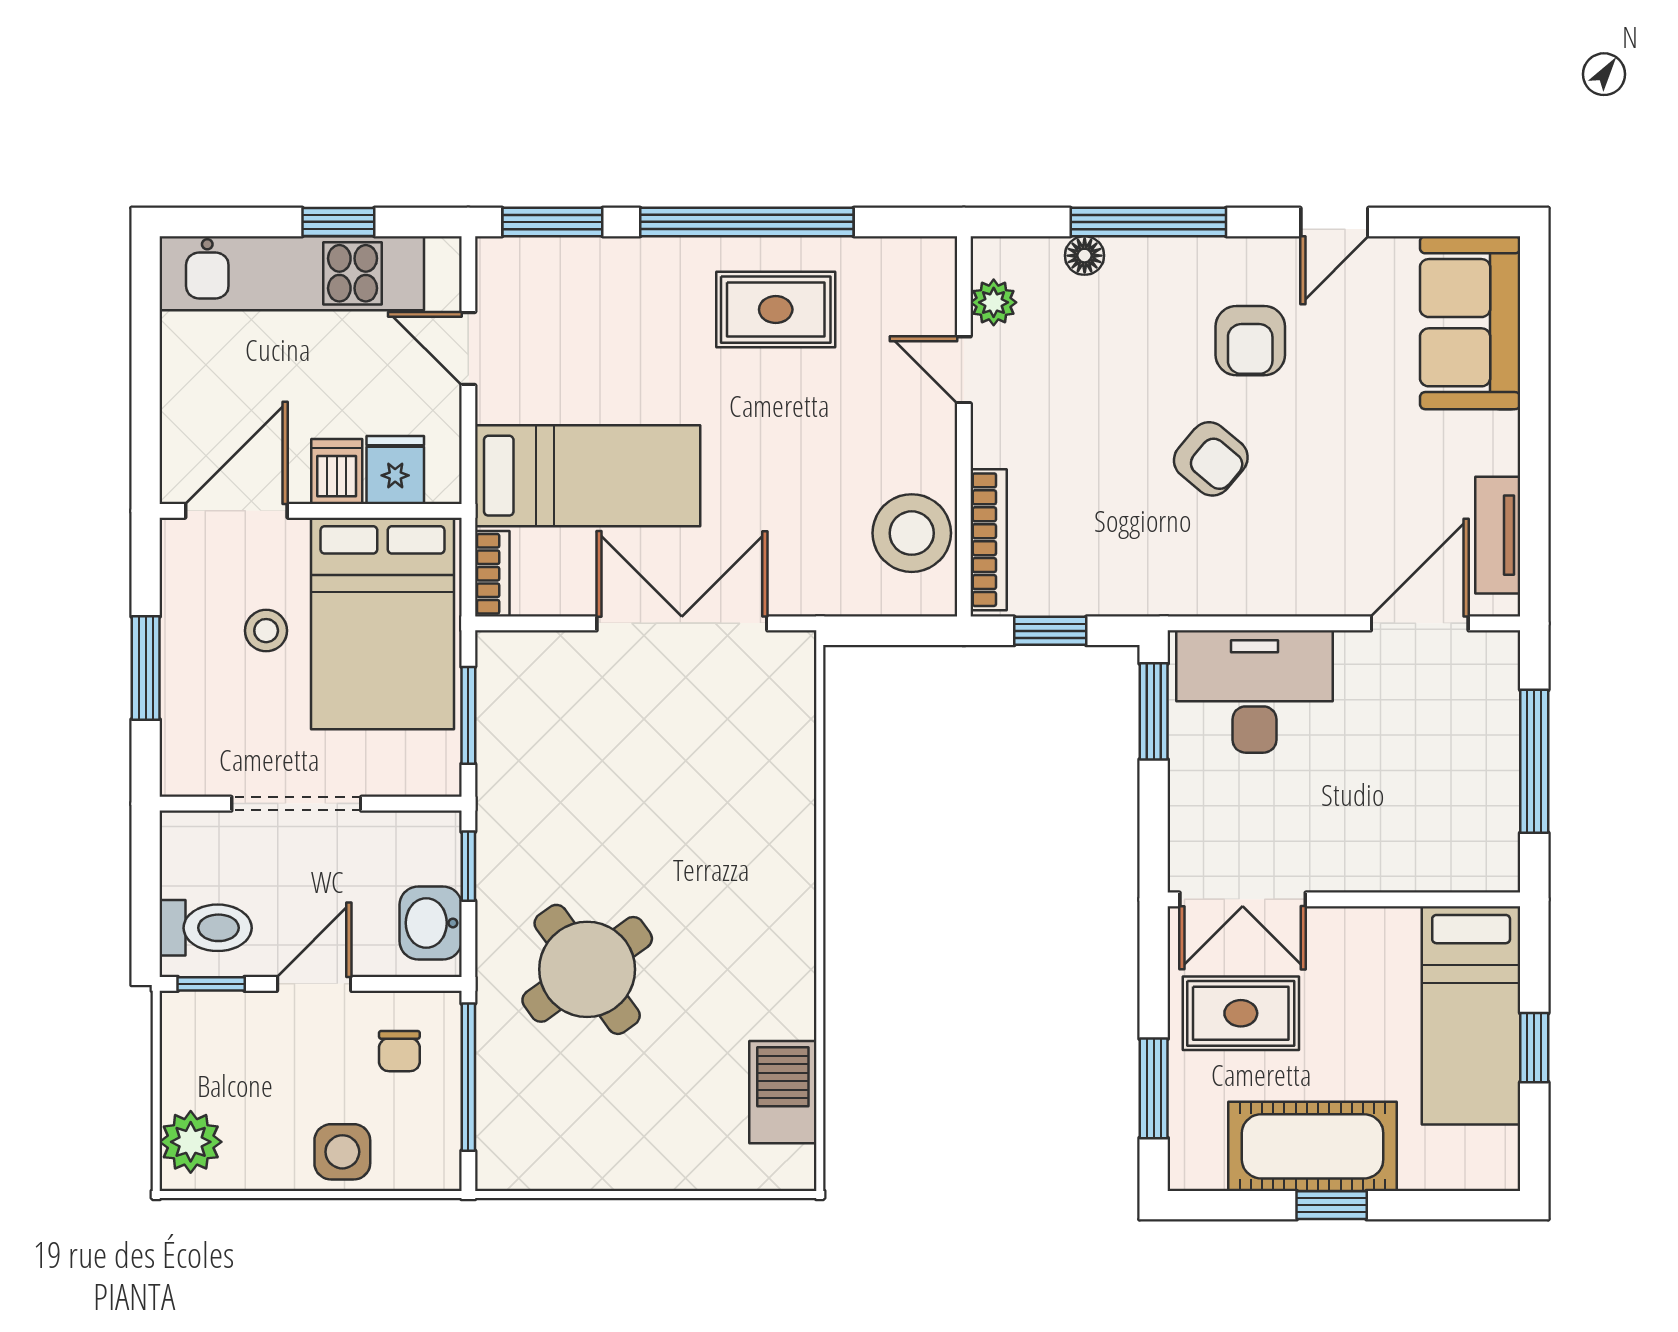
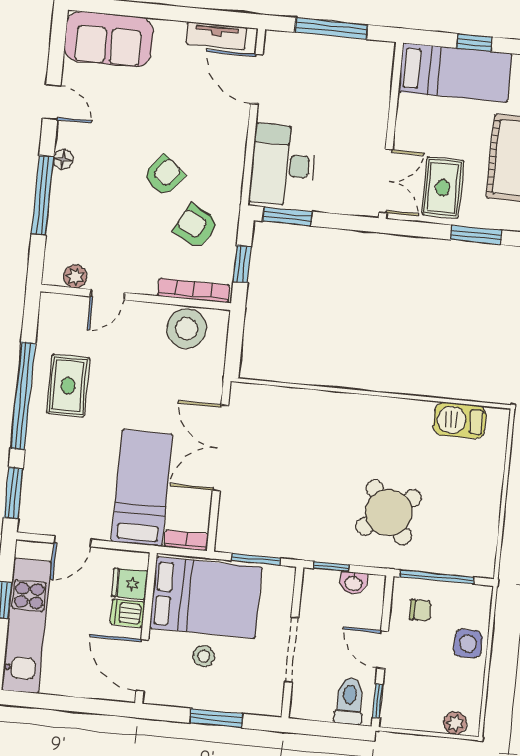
floor lamp: (1085, 256) -> (63, 159), moved
armchair: (1250, 341) -> (196, 226), moved, turned -152
washbasin: (431, 923) -> (353, 583), width x0.72, depth x0.69
plant: (191, 1142) -> (455, 723), width x0.73, depth x0.73

